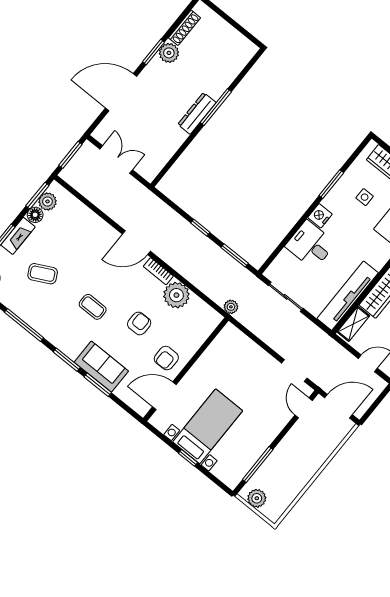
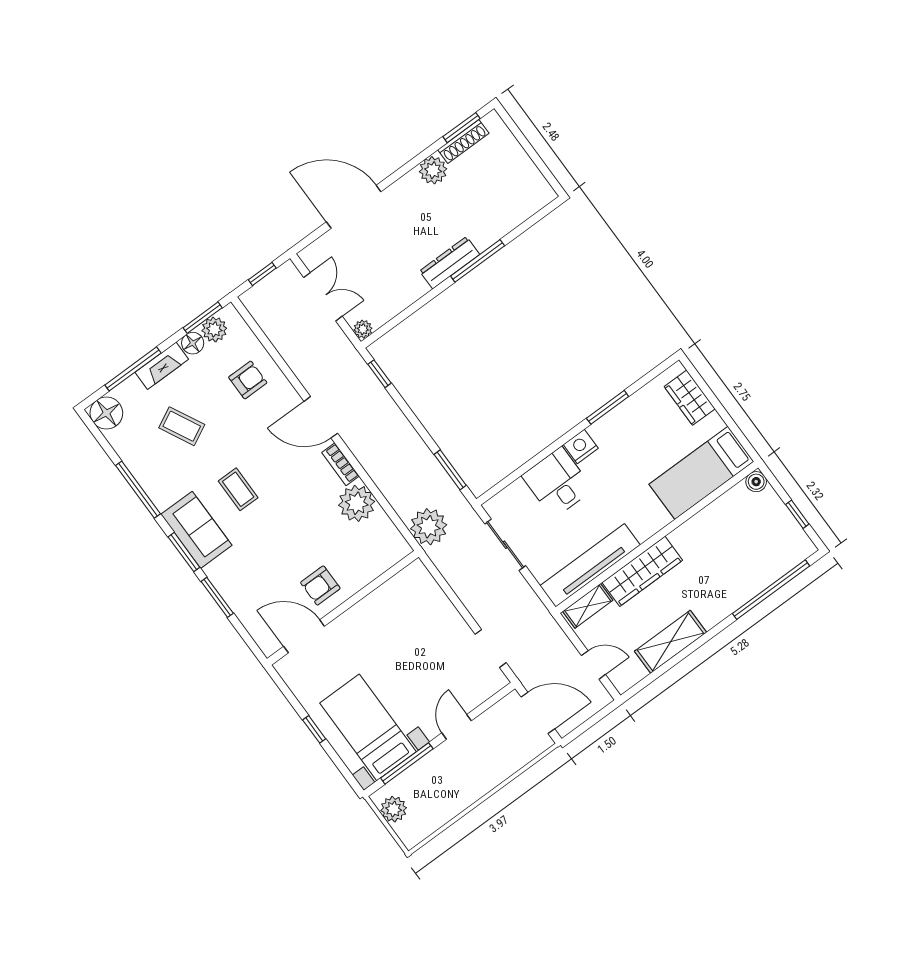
window: (154, 52) -> (461, 128), moved
window: (70, 155) -> (262, 274), width x0.67
plant: (149, 175) -> (363, 329), added
side table: (365, 197) -> (648, 437), removed
window: (200, 228) -> (380, 374), moved
plant: (231, 307) -> (429, 527), width x1.87, depth x1.87
armchair: (139, 323) -> (248, 380), moved
sofa: (101, 367) -> (196, 530), moved
door: (304, 408) -> (457, 727), moved
bed with nightstands: (208, 426) -> (368, 727), moved, turned -90

